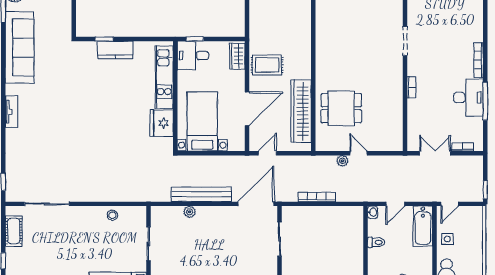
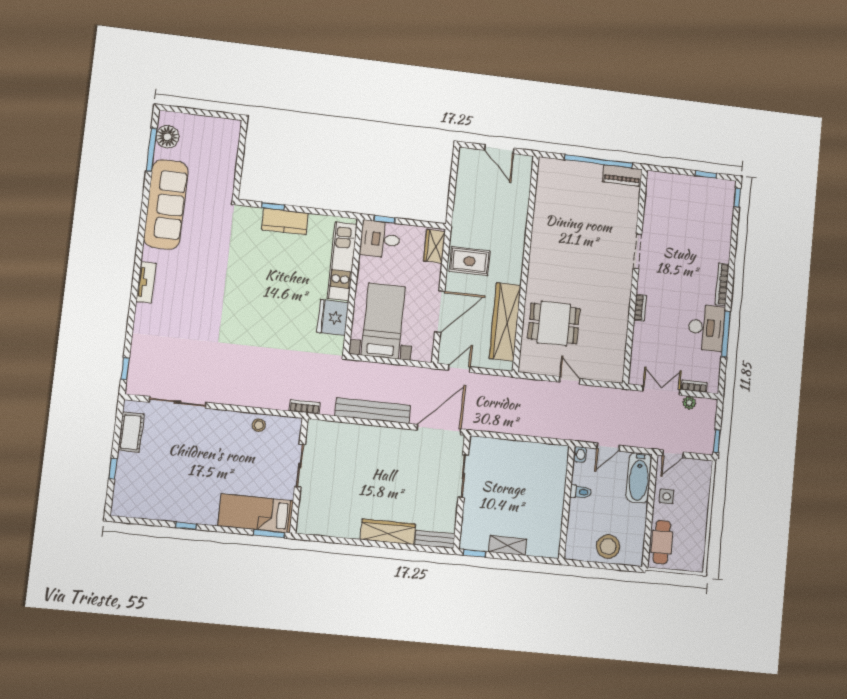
plant: (342, 161) -> (689, 403), moved
bookcase: (317, 197) -> (305, 407), moved, width x0.64
plant: (190, 212) -> (356, 431), removed

